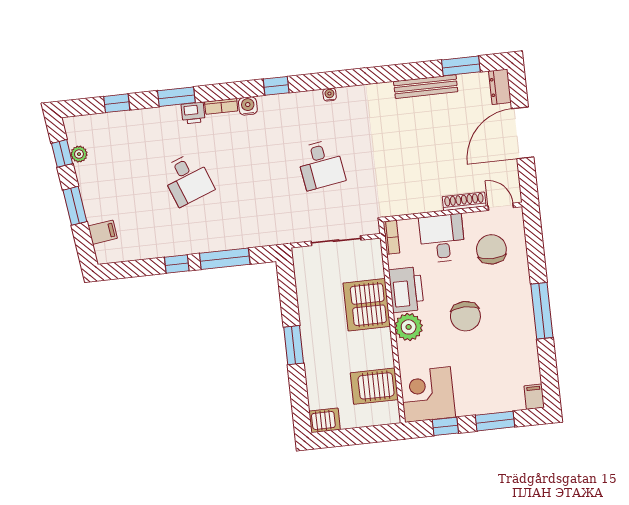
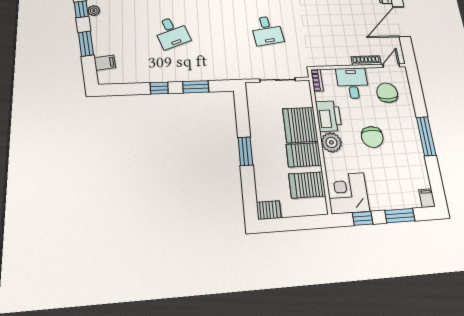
door: (501, 207) -> (391, 66), hinge flipped
window: (225, 259) -> (196, 87), width x0.69
server rack: (371, 346) -> (304, 155), added

